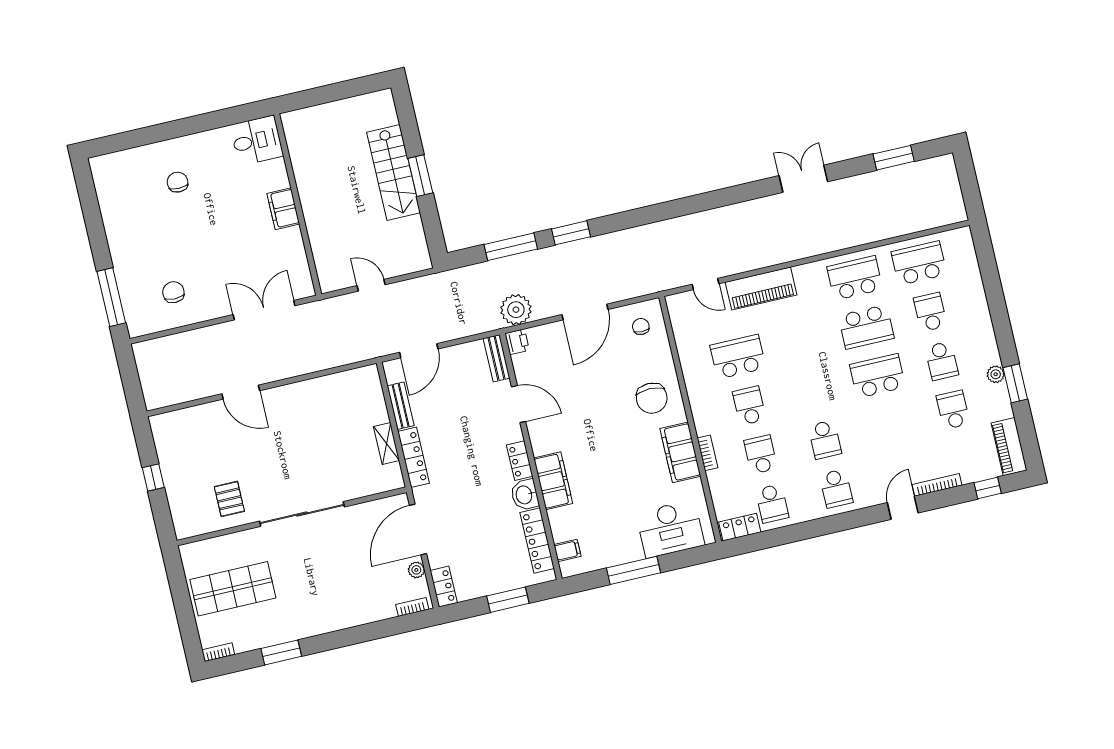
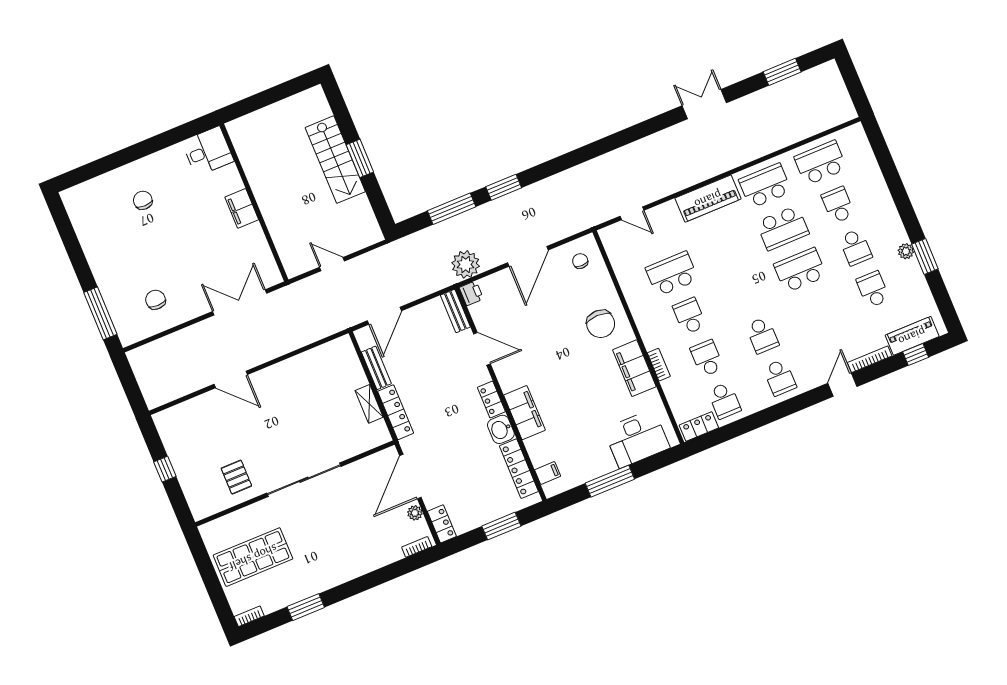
piano: (761, 289) -> (708, 199), moved
piano: (1009, 447) -> (912, 336), moved, turned 90

